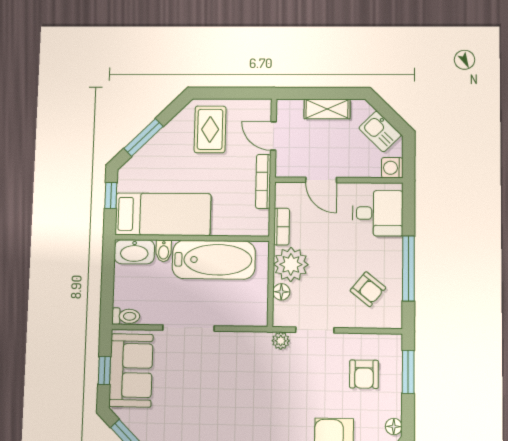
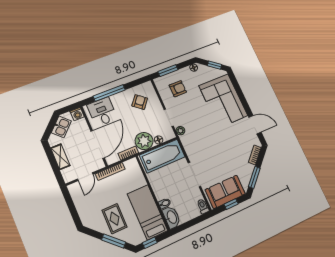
rug: (210, 129) -> (115, 219), moved, turned 90
door: (321, 180) -> (98, 144), width x1.87
bathtub: (214, 260) -> (162, 156), moved, turned 90
window: (408, 268) -> (109, 93), moved

